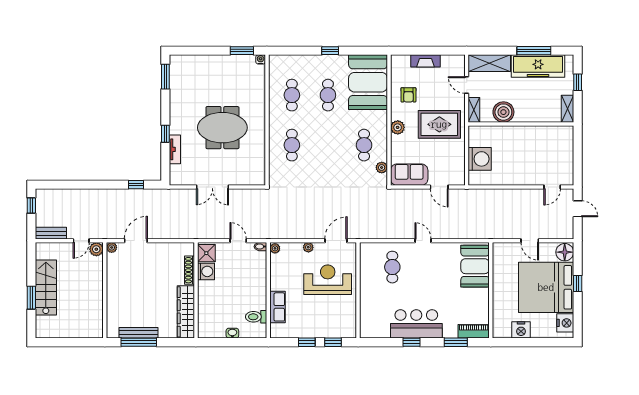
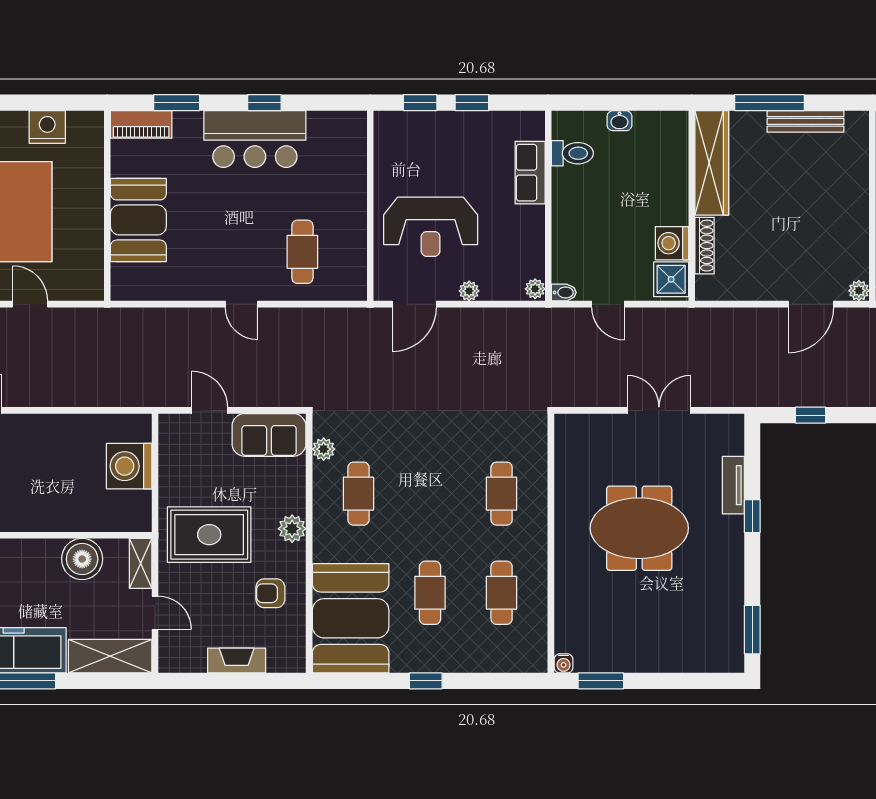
armchair: (408, 95) -> (270, 593), turned -90
booth: (475, 266) -> (138, 220), moved
window: (139, 342) -> (770, 103), moved

